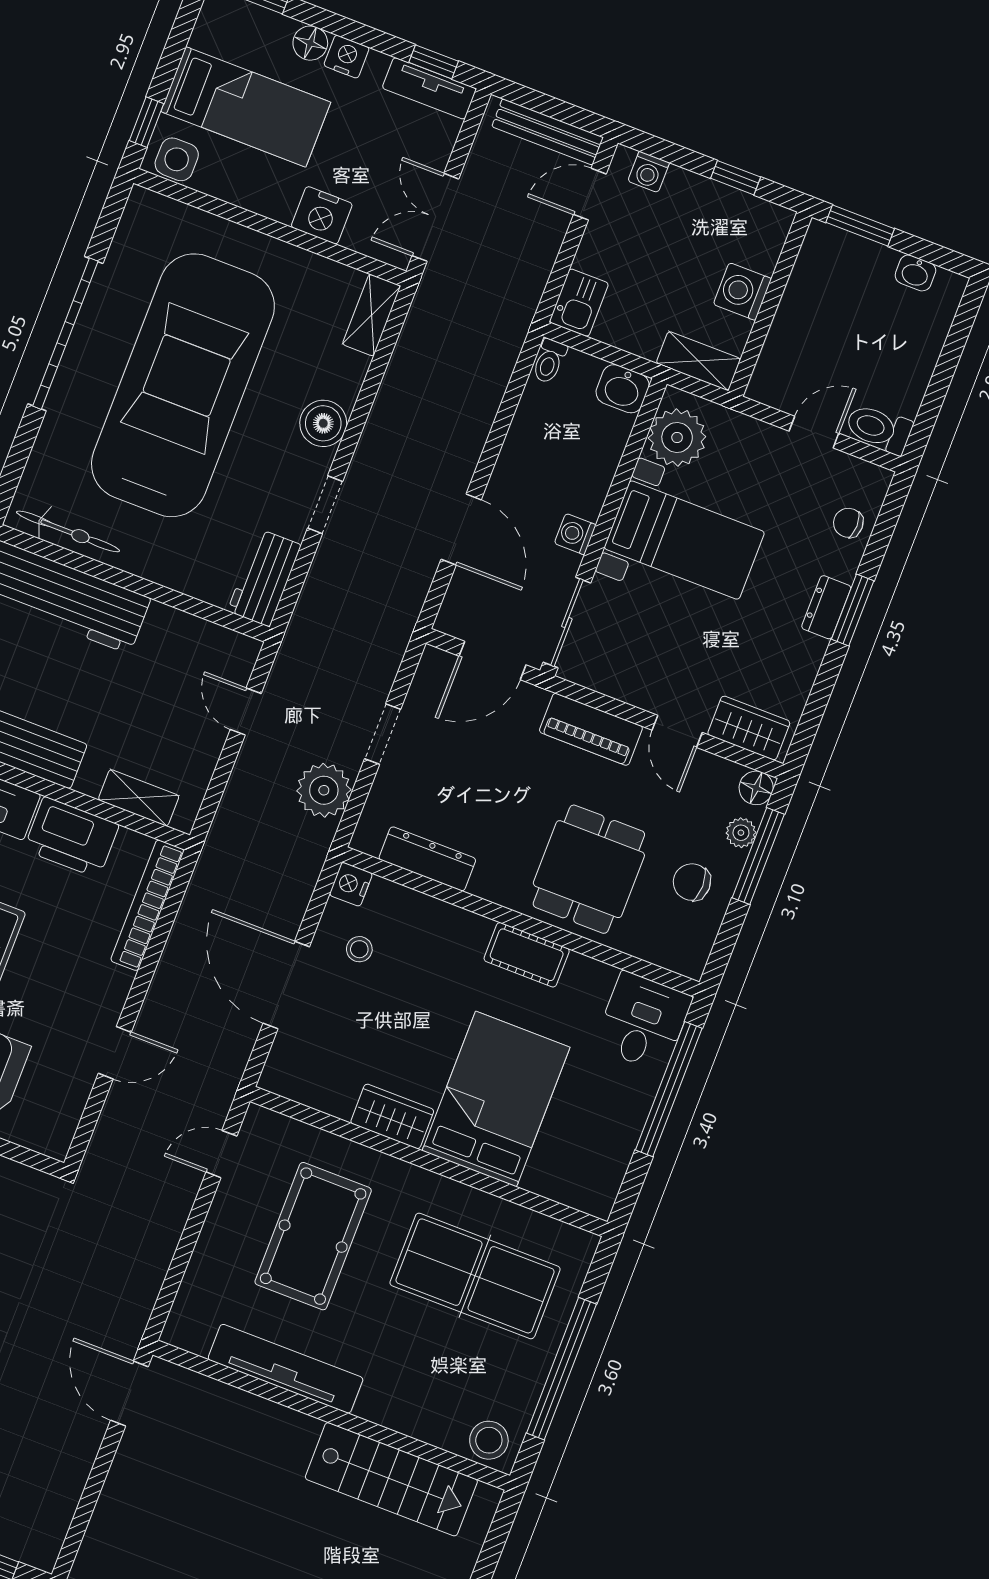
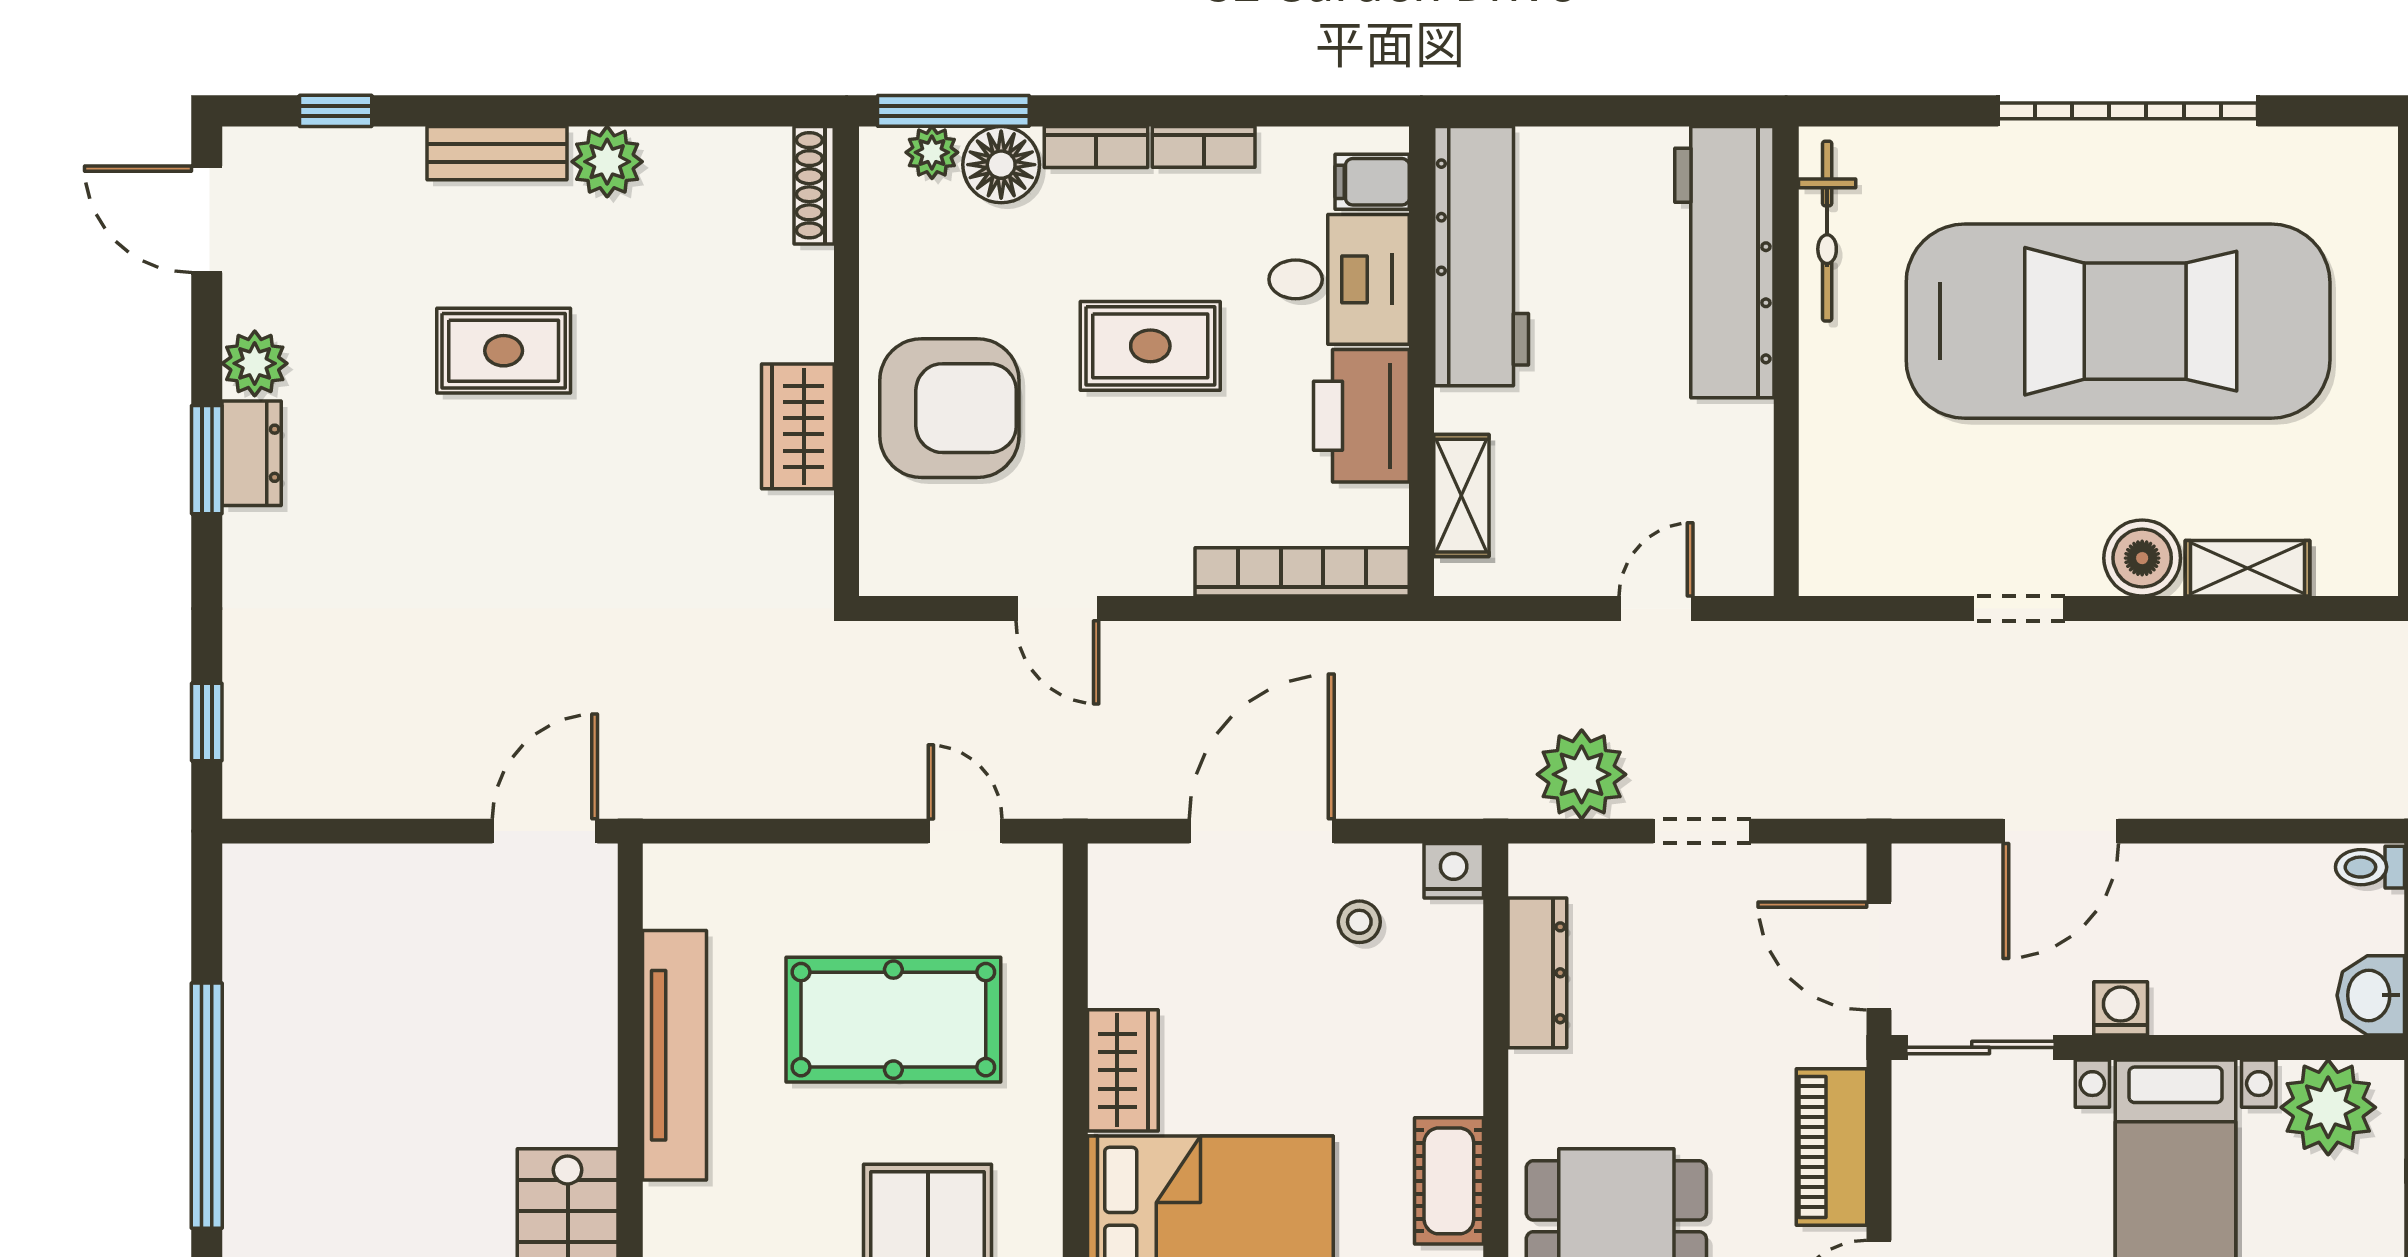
shelving: (371, 315) -> (2248, 568), moved
workbench: (264, 578) -> (1871, 559), removed

